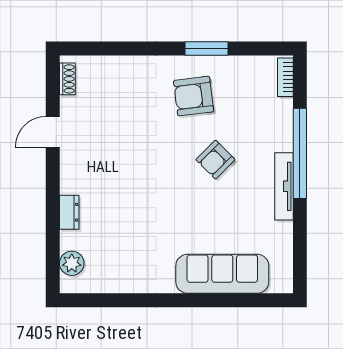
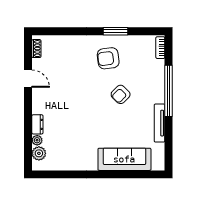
door: (53, 132) -> (28, 79), swing flipped
tv unit: (284, 186) -> (160, 123), moved
plant: (69, 240) -> (37, 140), added

